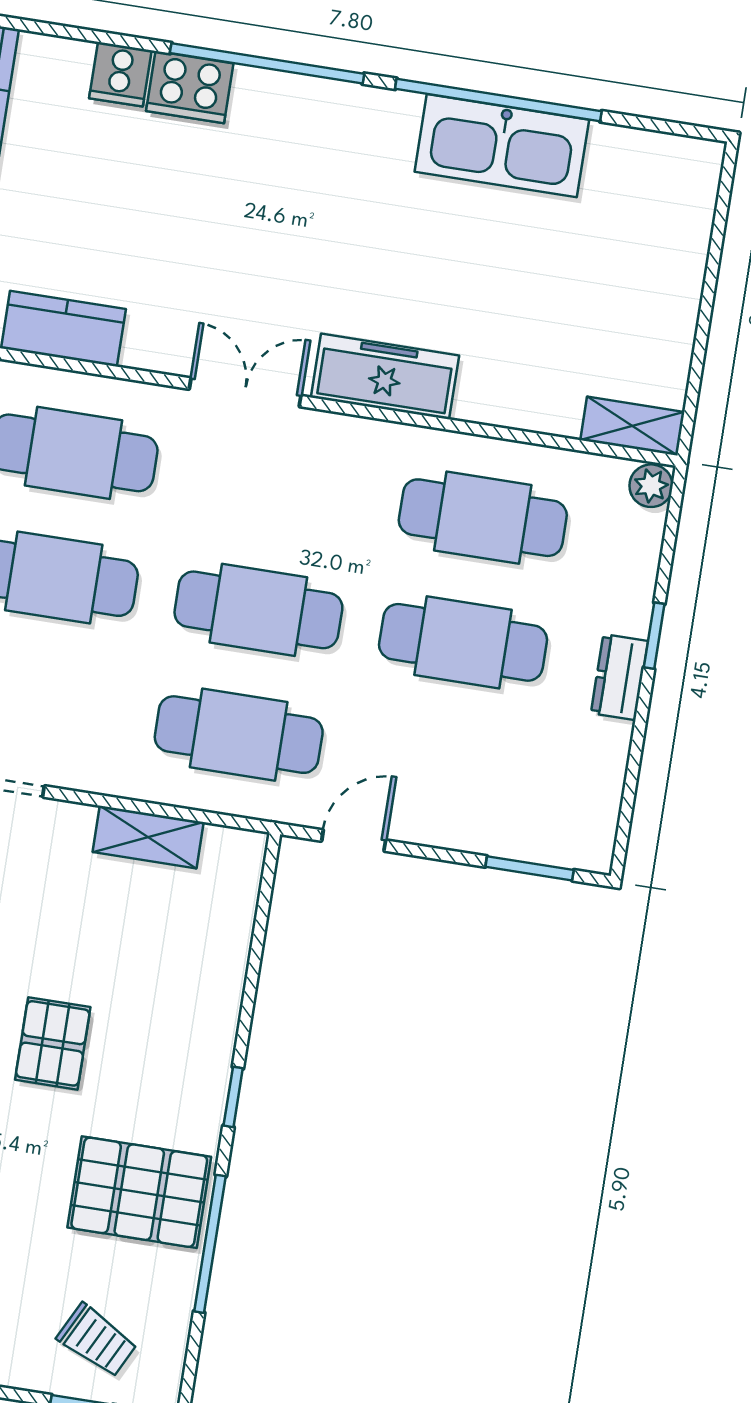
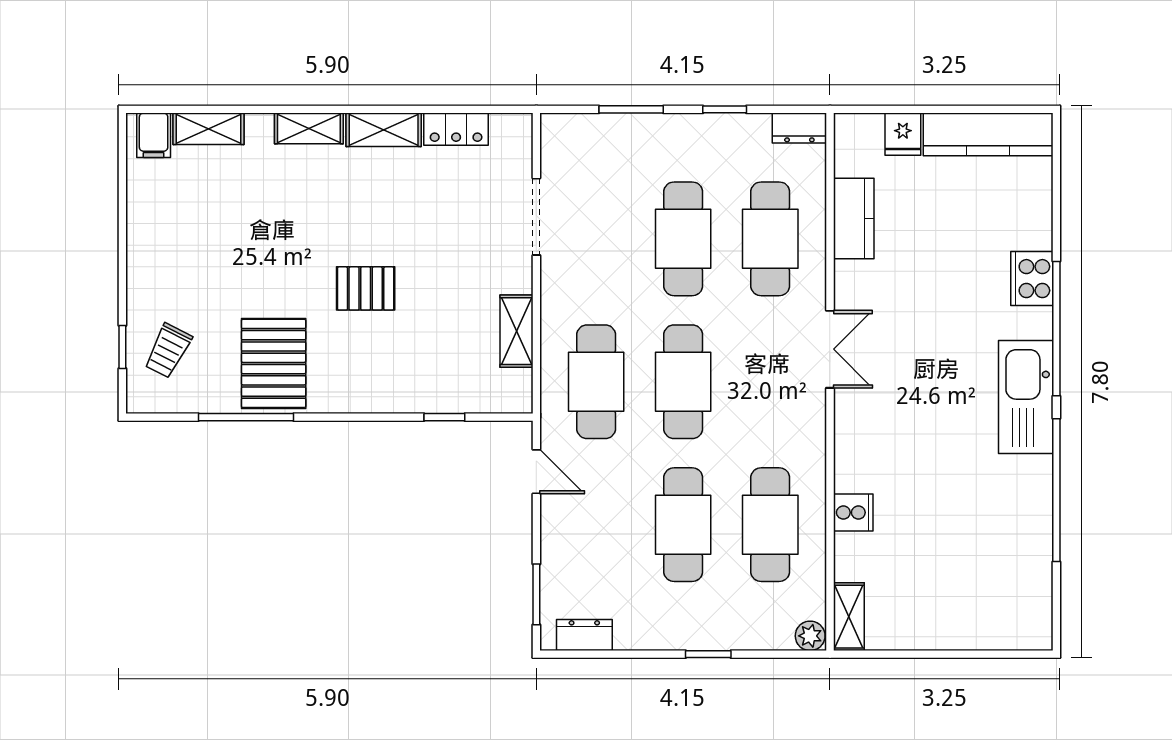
cooker: (120, 74) -> (853, 513), moved, turned 180
kitchen sink: (502, 146) -> (1026, 397), moved
freezer: (385, 376) -> (856, 443), removed
dresser: (620, 677) -> (584, 635), moved
window: (233, 1097) -> (444, 417), moved

